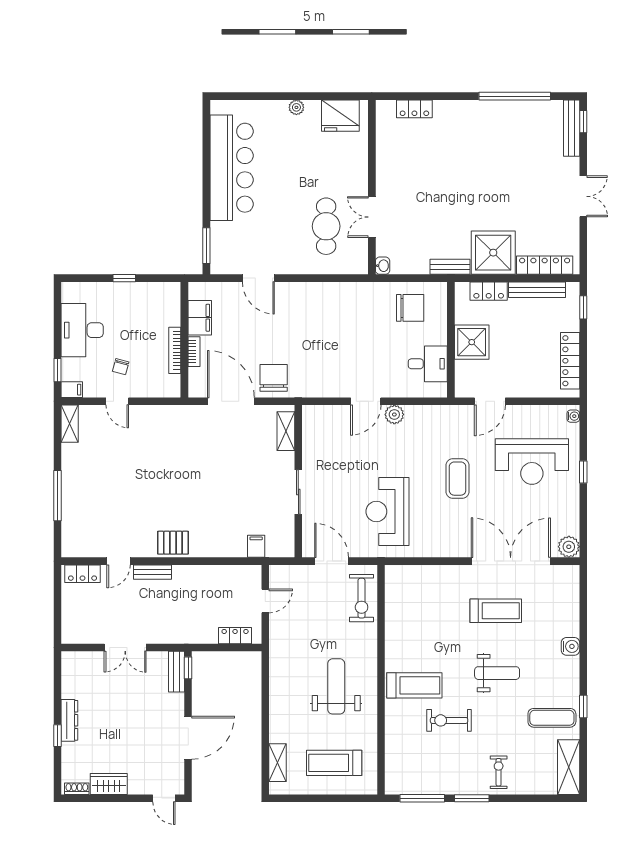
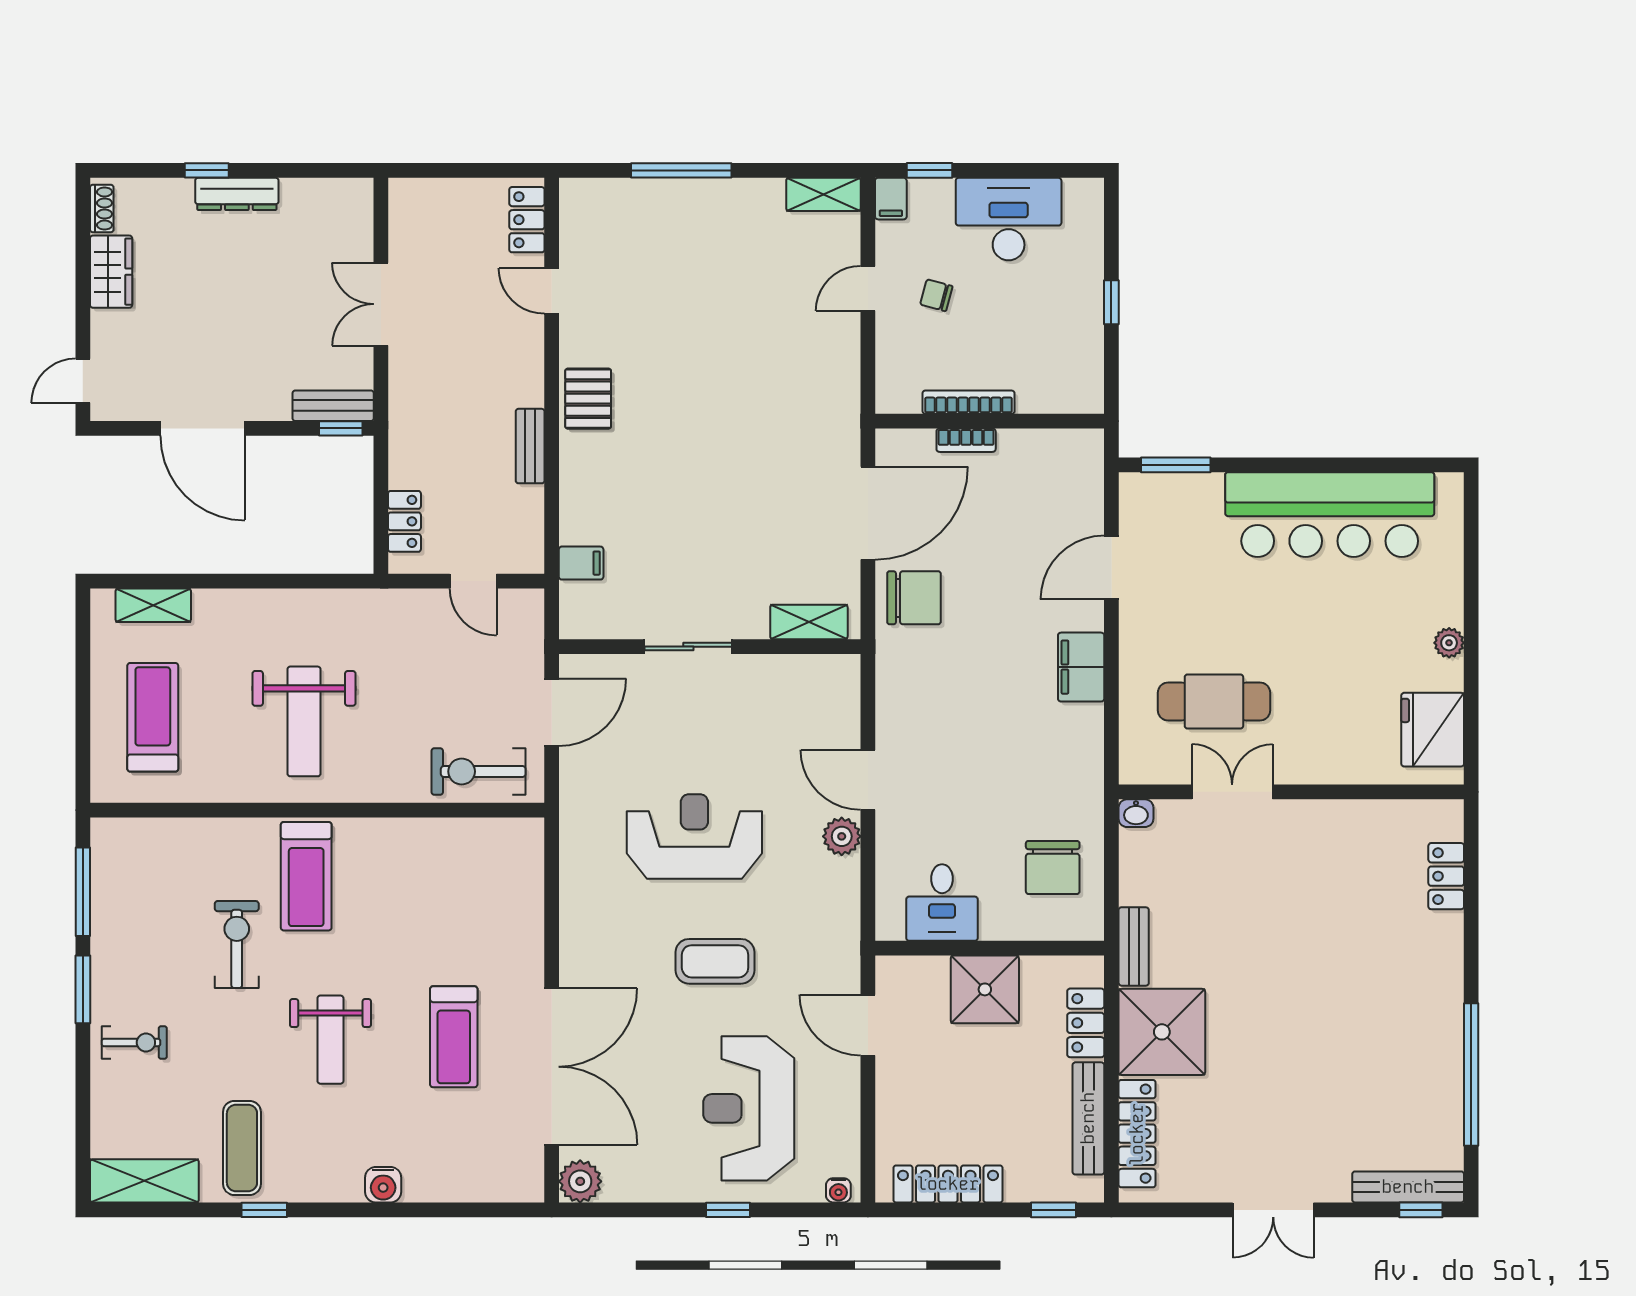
filing cabinet: (200, 318) -> (1081, 667), moved, turned 90
reception desk: (388, 512) -> (694, 837), moved
bench: (152, 572) -> (530, 446), moved
weight bench: (336, 686) -> (304, 721), turned 90

